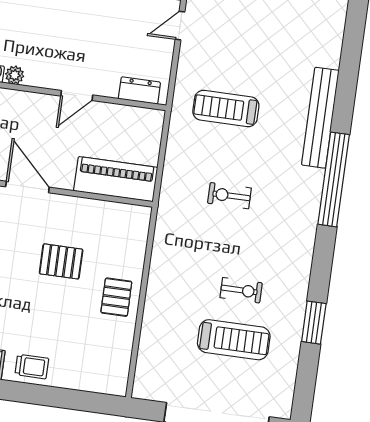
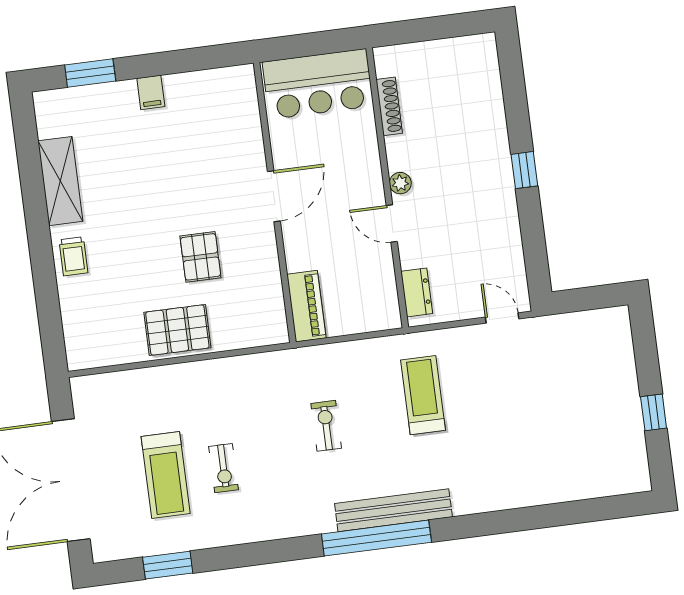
plant: (15, 75) -> (400, 183), moved
bench: (320, 118) -> (393, 510), moved
piano: (116, 179) -> (306, 306), width x0.73, depth x0.75
pallet: (116, 297) -> (177, 330), width x1.50, depth x1.42
window: (314, 323) -> (168, 565), moved

